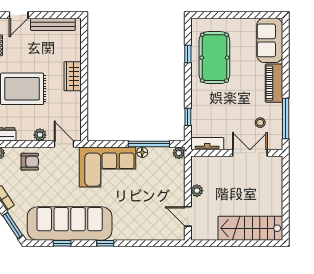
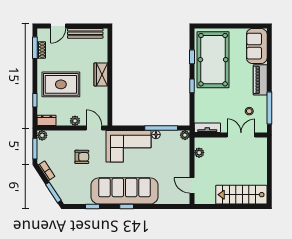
pool table: (214, 58) -> (213, 60), width x1.36, depth x1.32
window: (188, 117) -> (192, 86), moved
armchair: (30, 162) -> (82, 157), moved
plant: (197, 191) -> (199, 153), moved
sofa: (70, 224) -> (124, 191), moved

